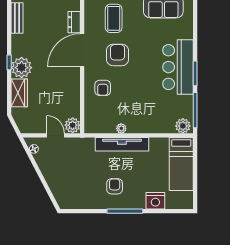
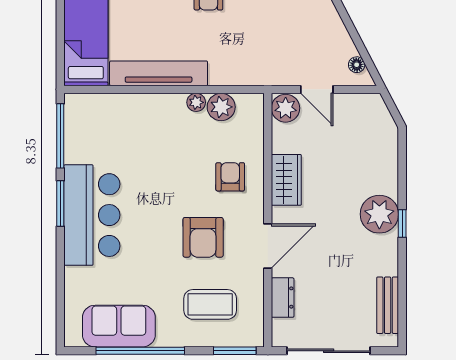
coffee table: (114, 18) -> (210, 304), turned 90
door: (82, 50) -> (268, 246), width x0.73
wardrobe: (19, 93) -> (286, 180), moved, turned 180
plant: (183, 126) -> (221, 107), moved
tv unit: (122, 144) -> (159, 73), moved

